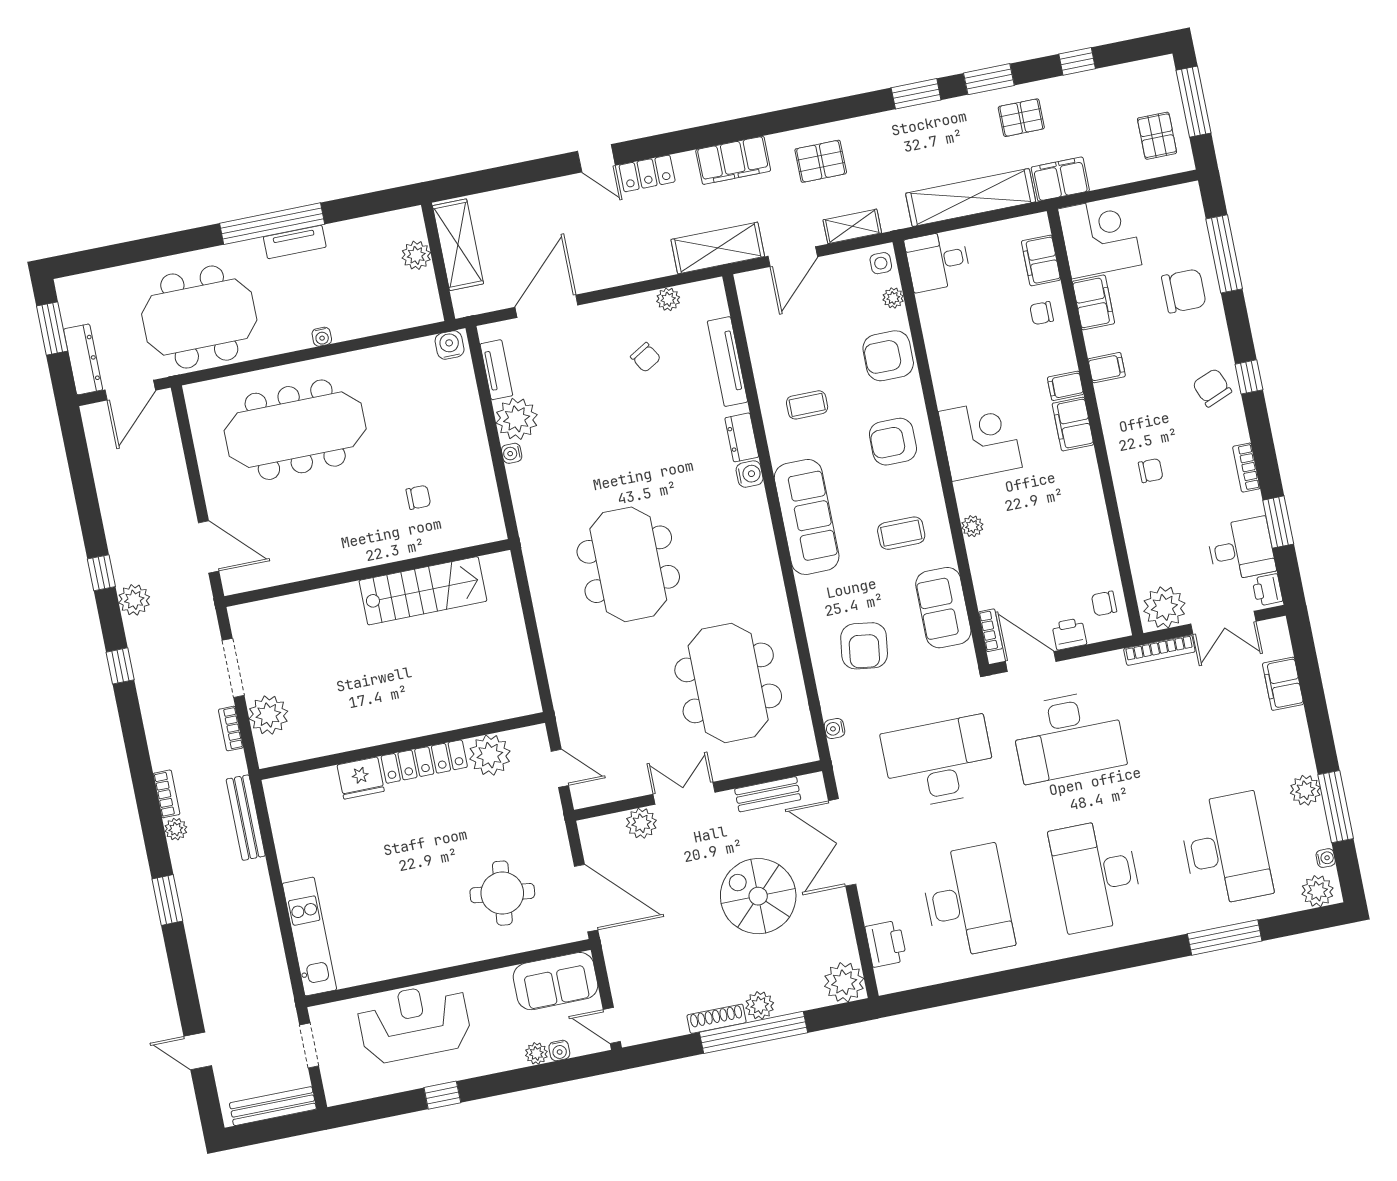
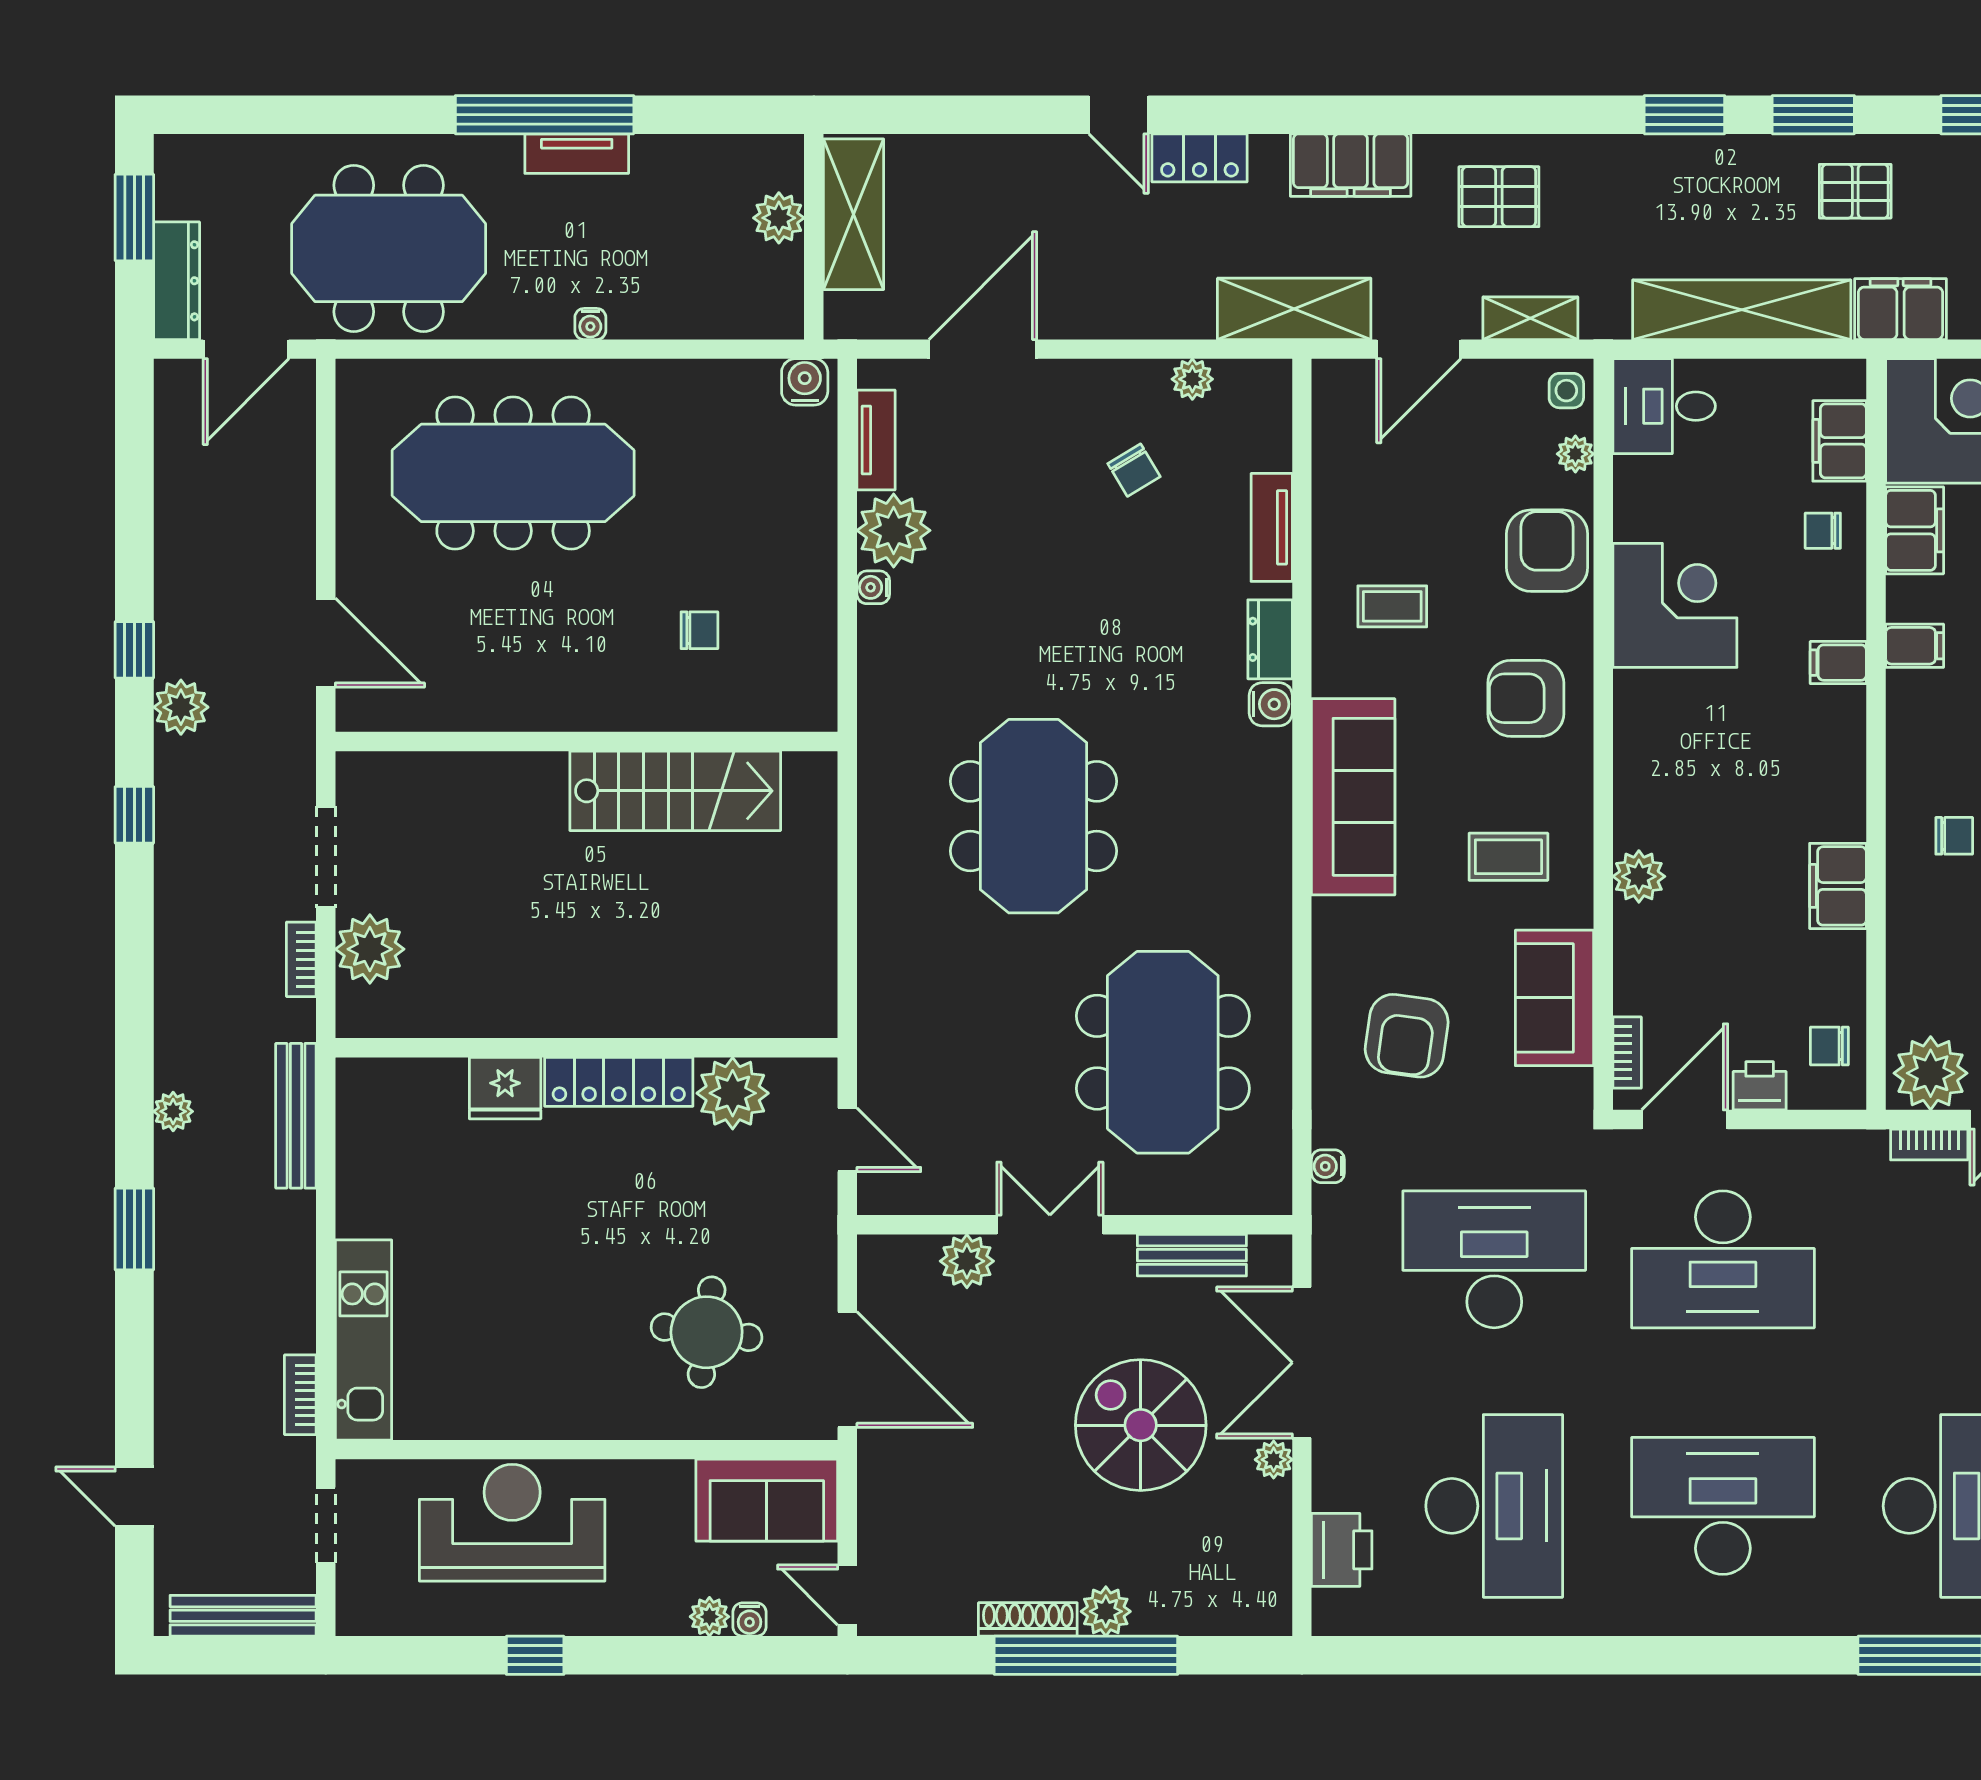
armchair: (888, 356) -> (1547, 551), turned 90
tv unit: (727, 362) -> (1272, 527), width x0.71
filing cabinet: (1073, 424) -> (1838, 886), moved
corner desk: (980, 439) -> (1675, 605), moved
plant: (972, 526) -> (1639, 876), width x1.38, depth x1.38
bookcase: (1159, 650) -> (1929, 1144), width x0.64
door: (1031, 661) -> (1685, 1119), hinge flipped
bookcase: (167, 794) -> (300, 1395), moved, turned 180
desk: (1096, 875) -> (1723, 1506), turned 90
plant: (844, 982) -> (1274, 1460), moved, width x0.53, depth x0.53

